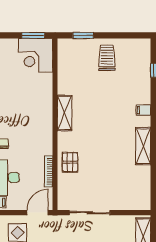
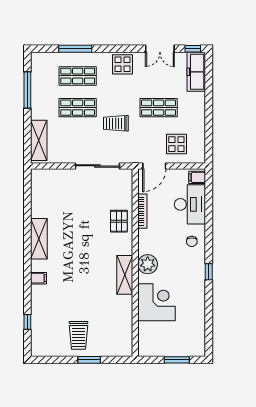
window: (33, 35) -> (177, 360), moved
window: (83, 35) -> (89, 360), moved
corner desk: (36, 55) -> (157, 302), moved
plant: (44, 123) -> (148, 264), added

